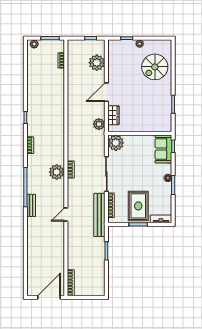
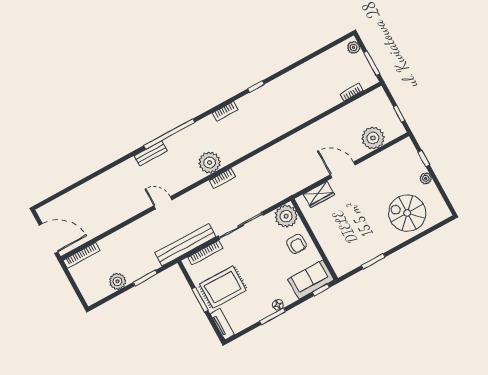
plant: (99, 124) -> (117, 281), moved
armchair: (136, 146) -> (297, 244), added

